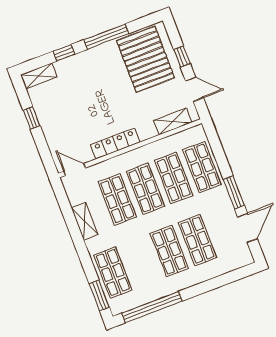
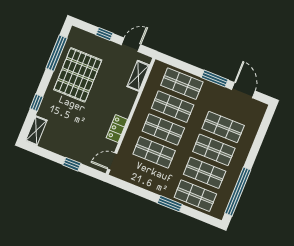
window: (106, 37) -> (57, 53), moved
pallet: (146, 59) -> (78, 75), moved, turned 90
window: (32, 118) -> (72, 164), moved
locker: (115, 143) -> (117, 129), width x0.66
shelving: (85, 221) -> (149, 184), removed
shop shelf: (141, 262) -> (205, 173), added
window: (99, 295) -> (170, 204), moved

